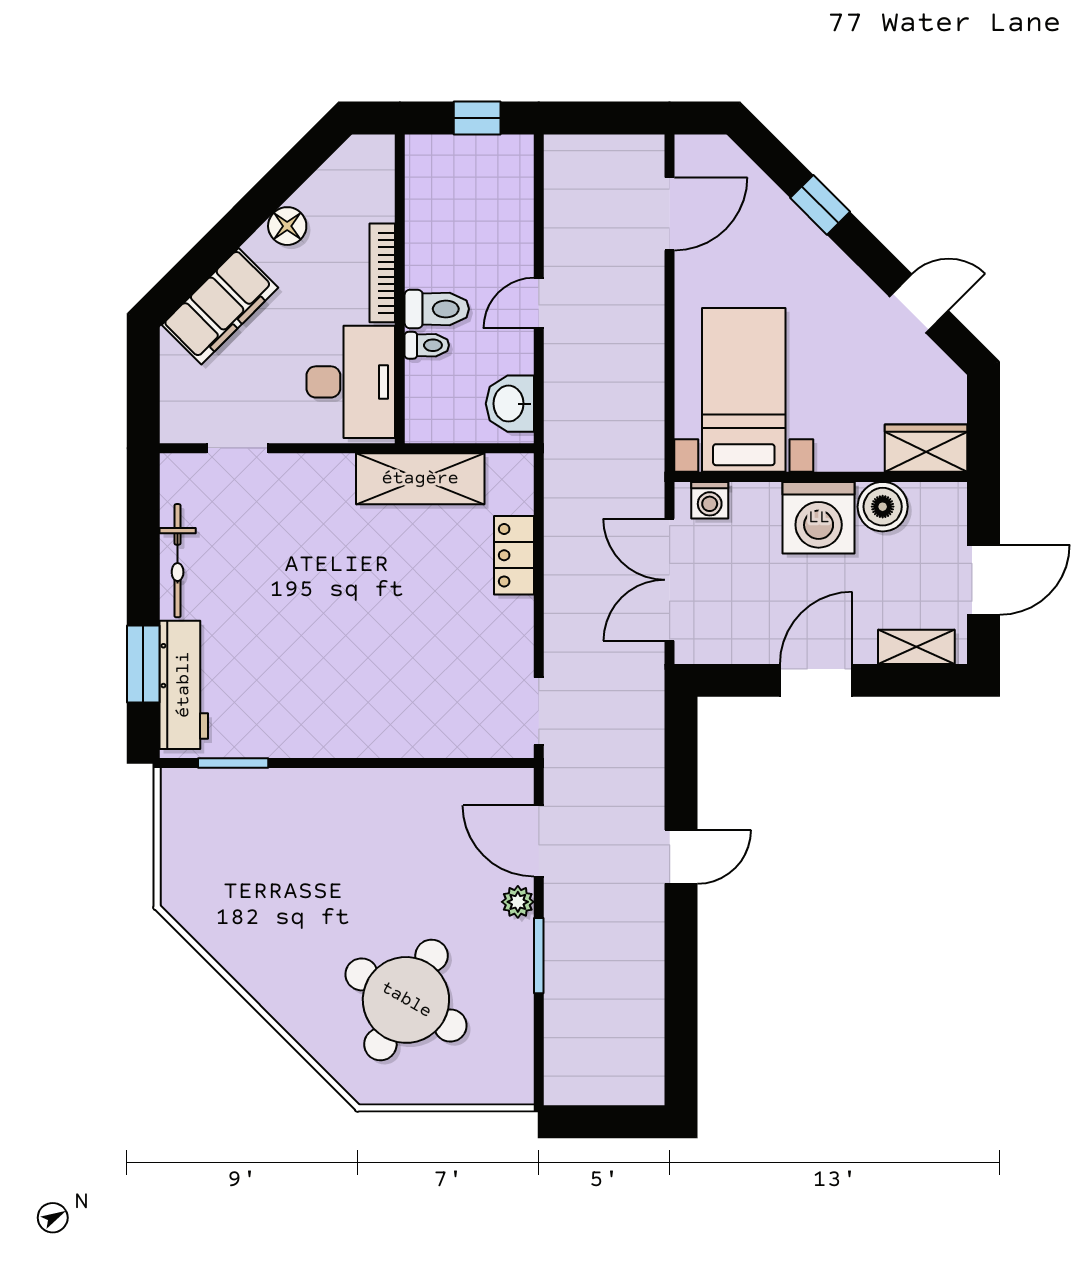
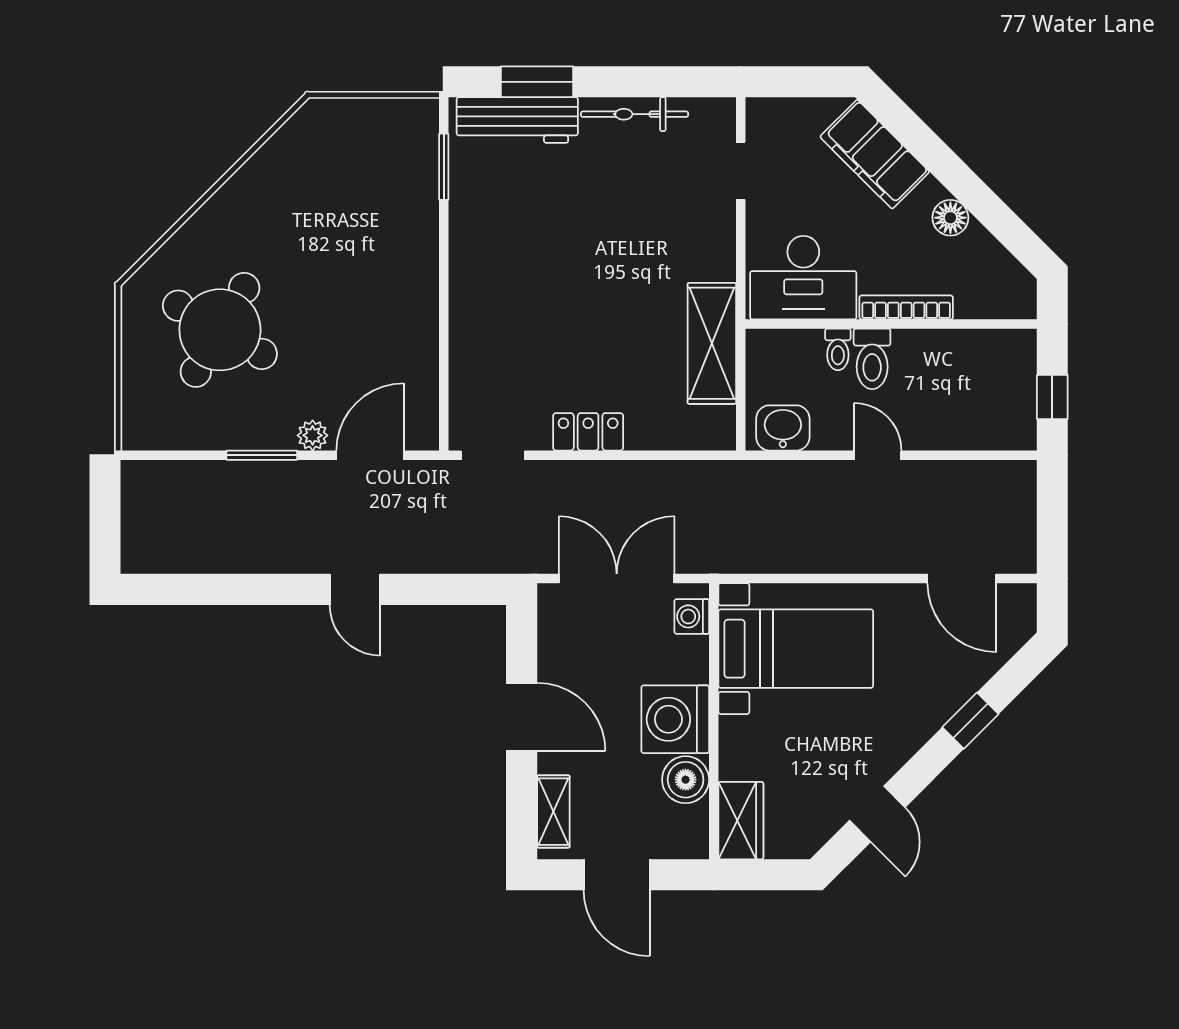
locker: (514, 555) -> (588, 432), moved

